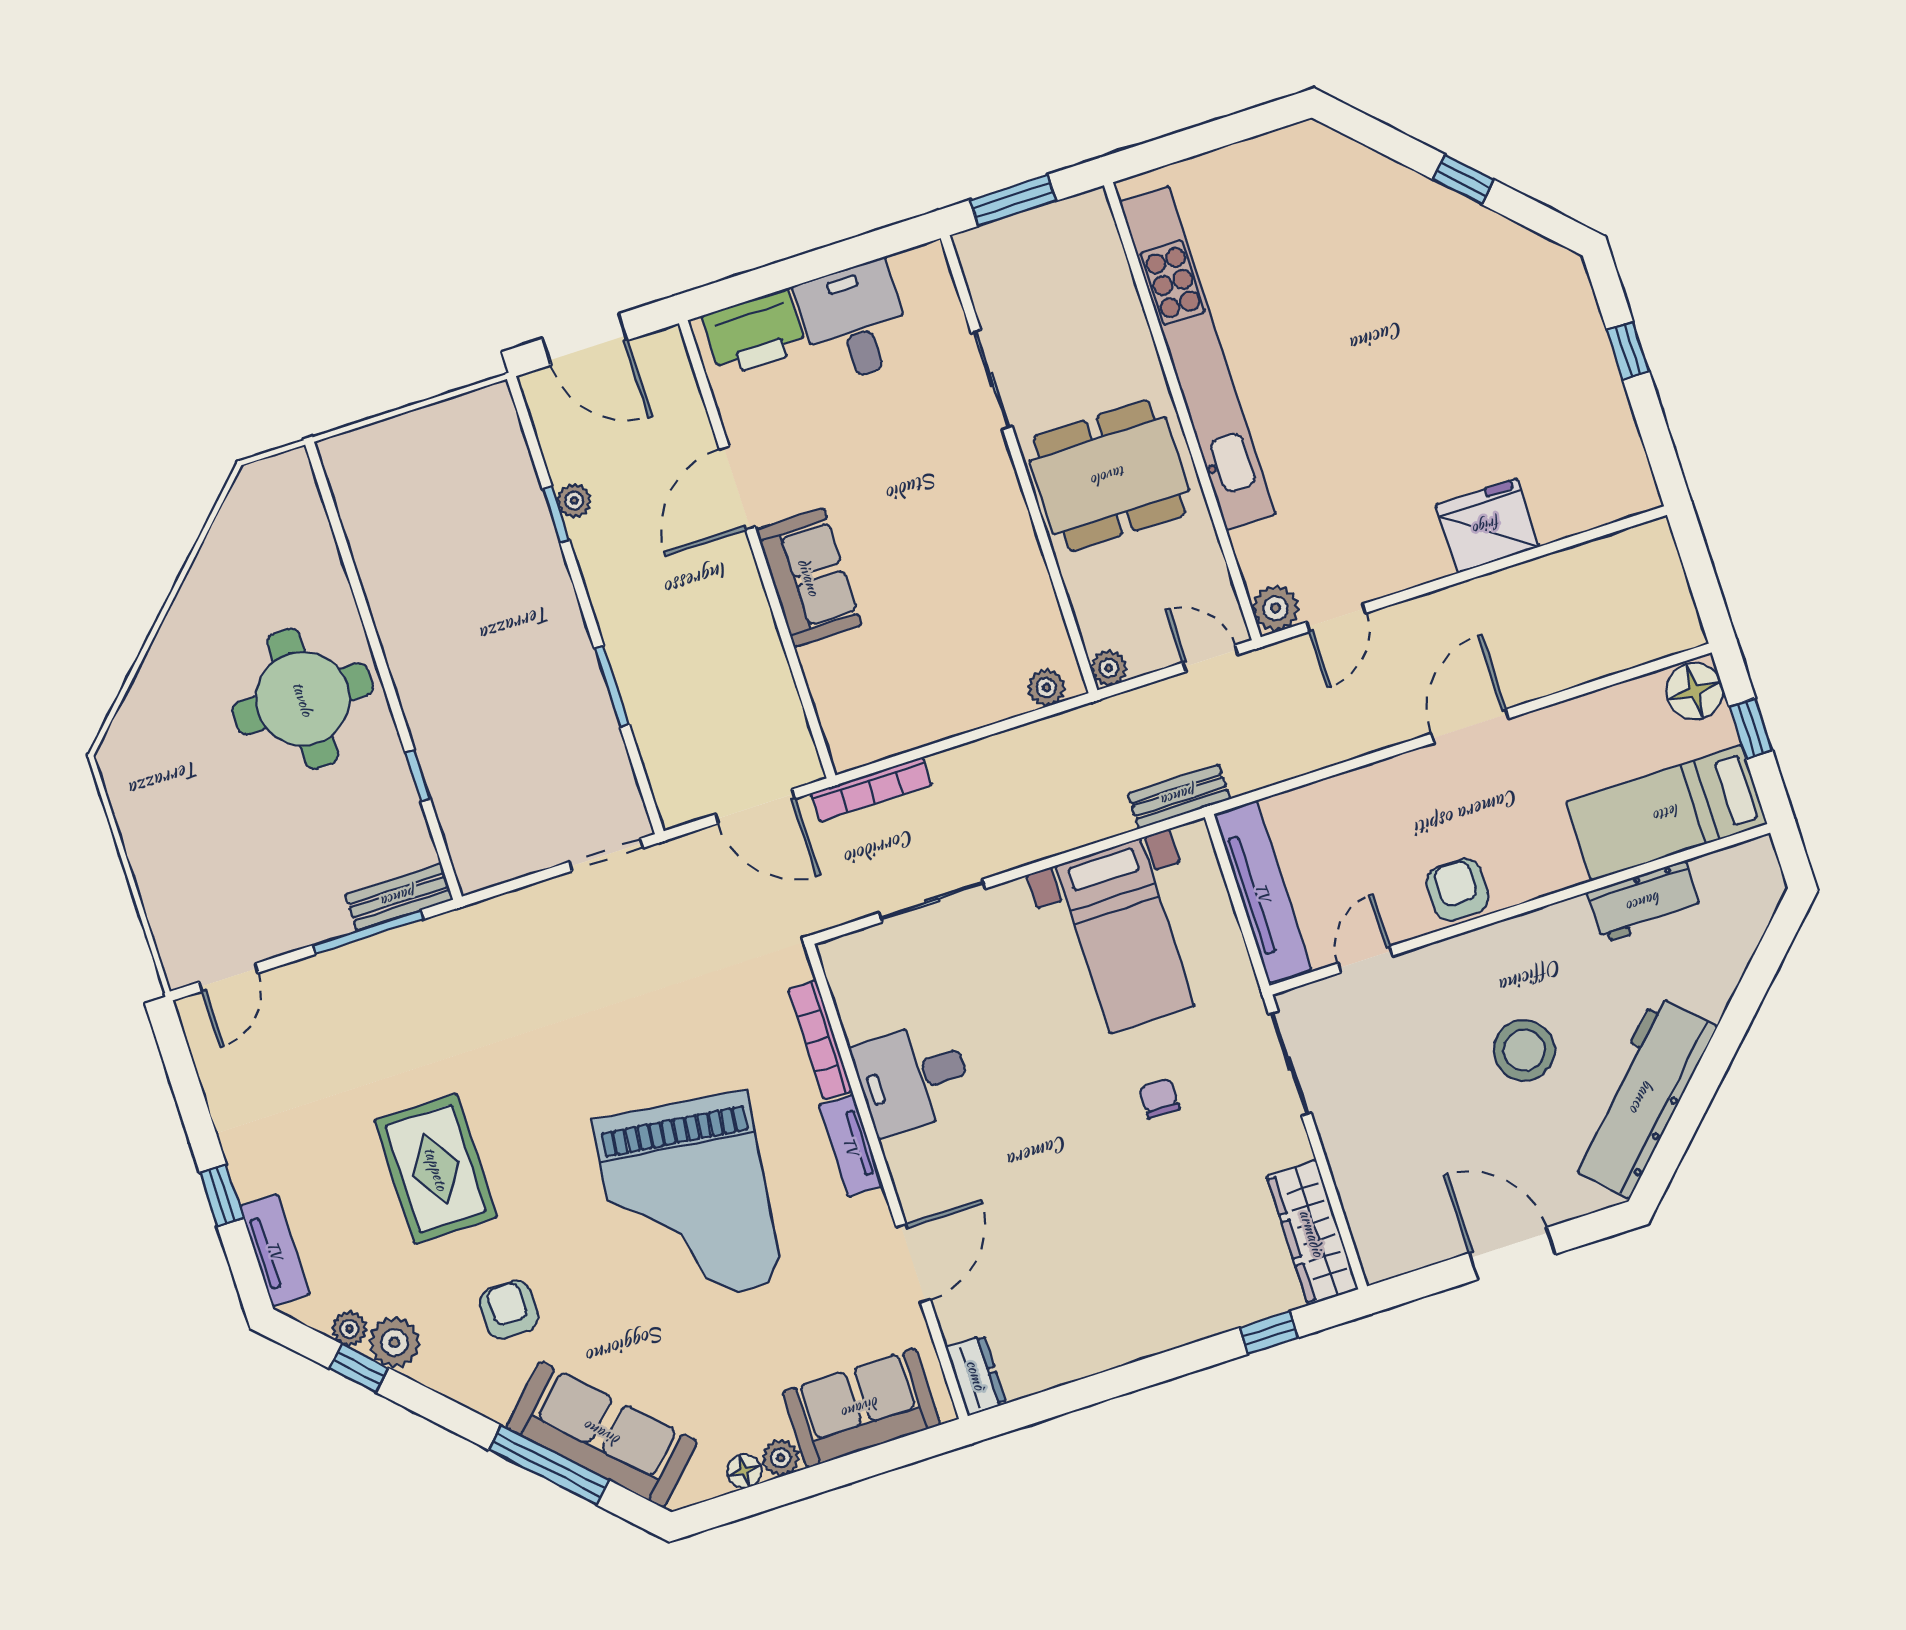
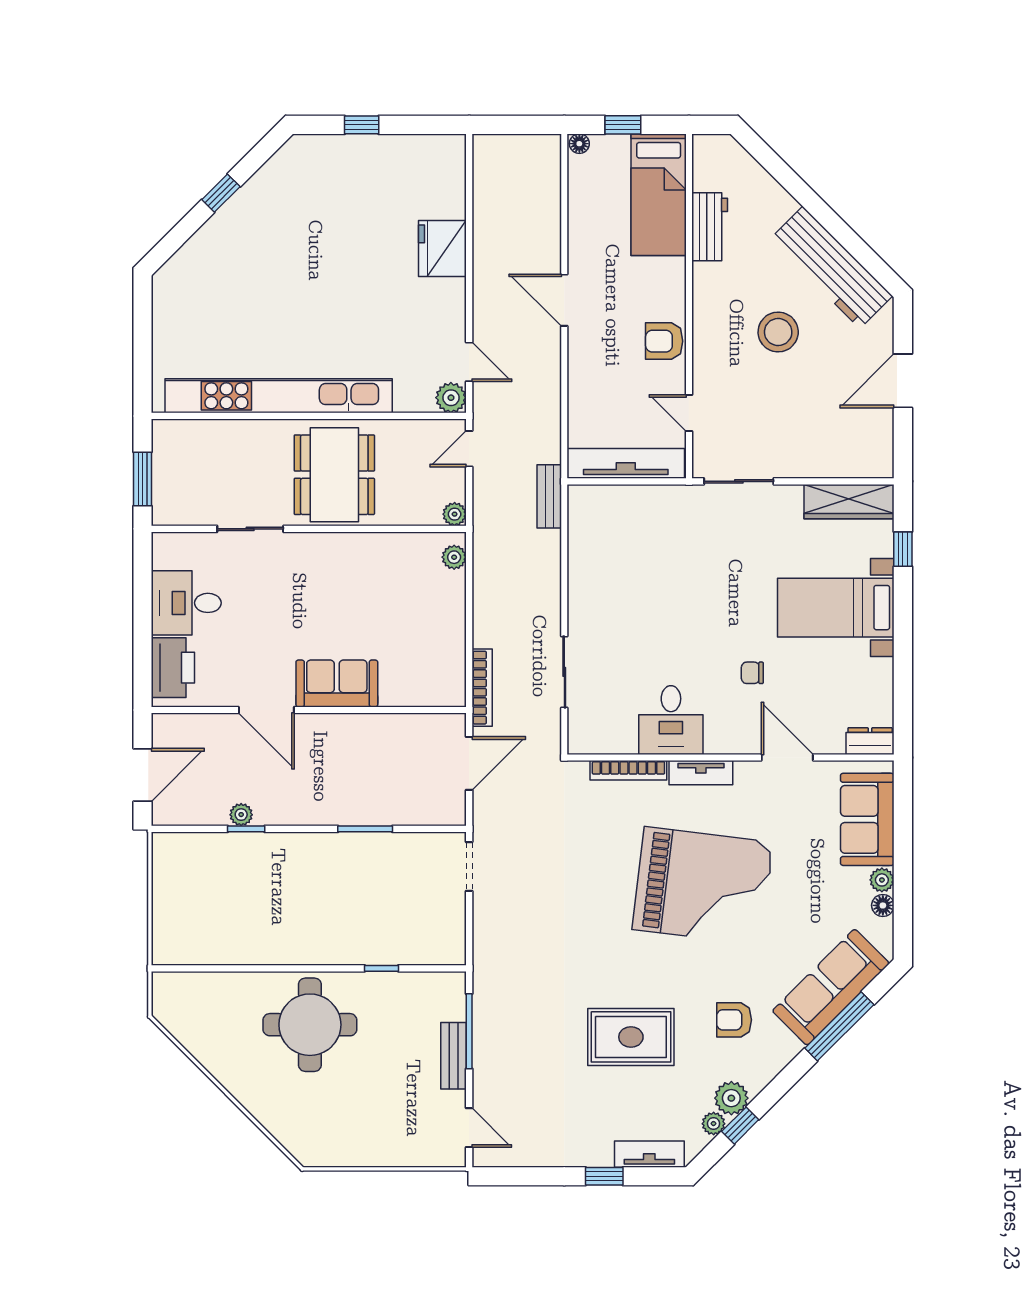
floor lamp: (1695, 691) -> (579, 144), width x0.53, depth x0.53
bench: (399, 897) -> (453, 1056), moved
bed with nightstands: (1125, 936) -> (836, 608), moved, turned 180
chair: (1159, 1098) -> (752, 673), moved

